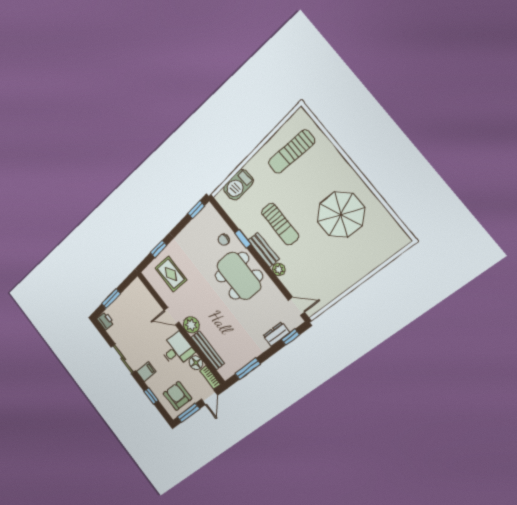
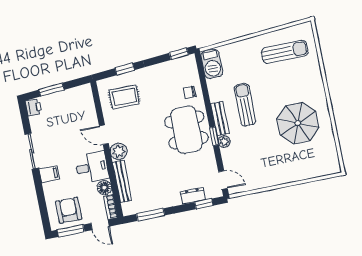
sun lounger: (291, 152) -> (285, 52), turned 180
barbecue: (238, 185) -> (212, 64), moved, turned -86
sun lounger: (280, 224) -> (245, 105), turned 180
window: (243, 239) -> (214, 136), moved
rug: (171, 274) -> (124, 97), turned 90
window: (151, 396) -> (41, 199), removed
door: (209, 397) -> (100, 225), hinge flipped

